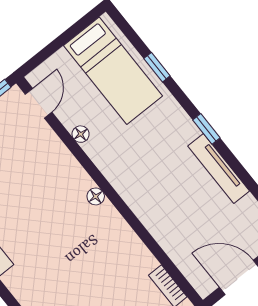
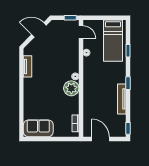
door: (38, 103) -> (81, 32), hinge flipped
plant: (106, 225) -> (71, 88), added

